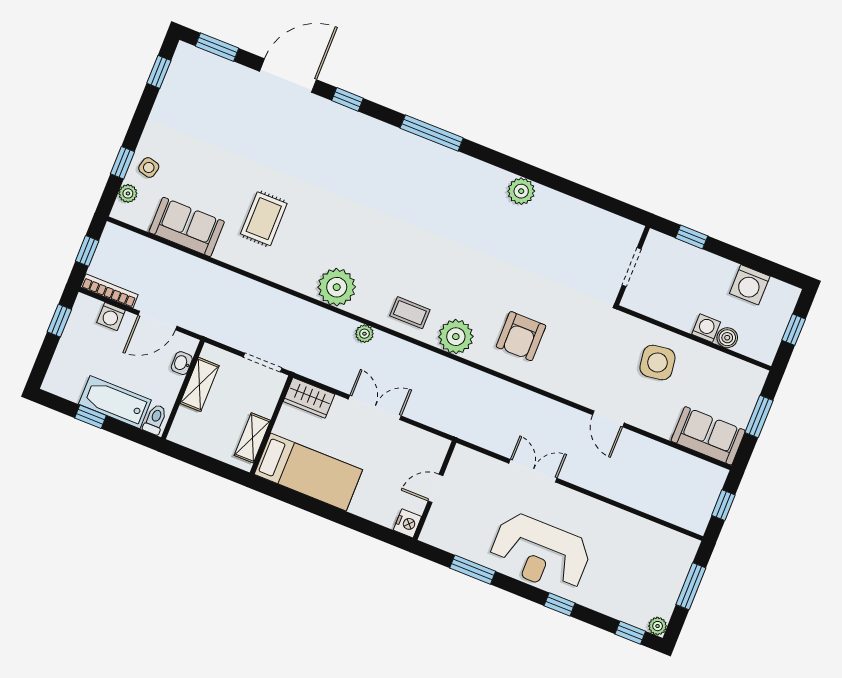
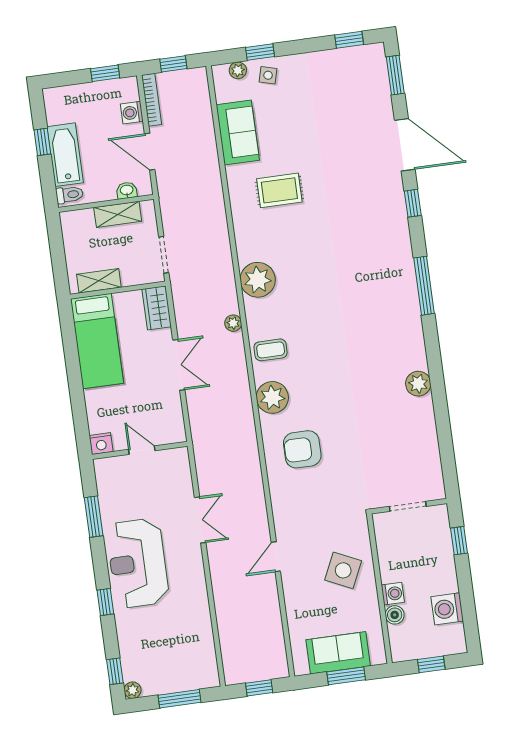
coffee table: (410, 313) -> (271, 350), turned 90
side table: (657, 363) -> (343, 570), turned 33
sofa: (708, 436) -> (338, 653), moved, turned -90

